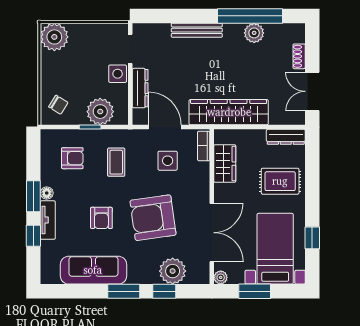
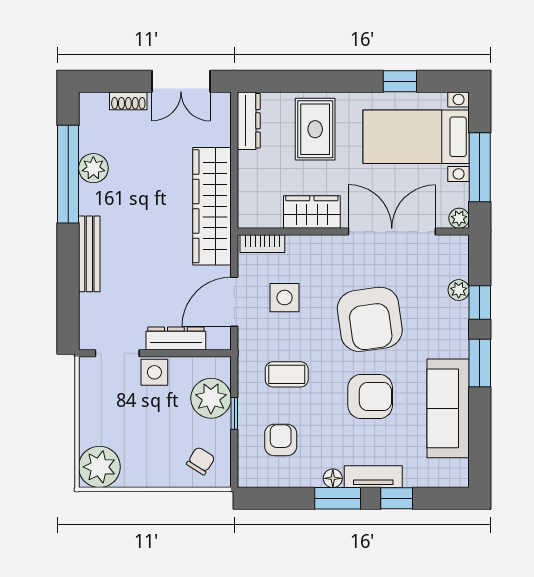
wardrobe: (225, 164) -> (312, 212), moved
armchair: (101, 218) -> (370, 397), width x1.38, depth x1.38
plant: (173, 271) -> (459, 290), width x0.53, depth x0.53
window: (255, 291) -> (480, 167), width x1.44

